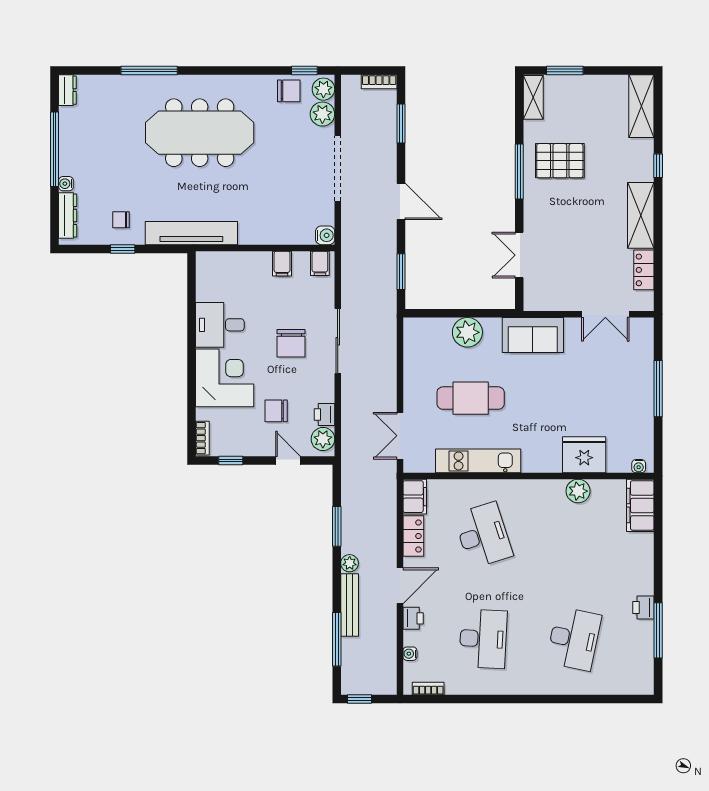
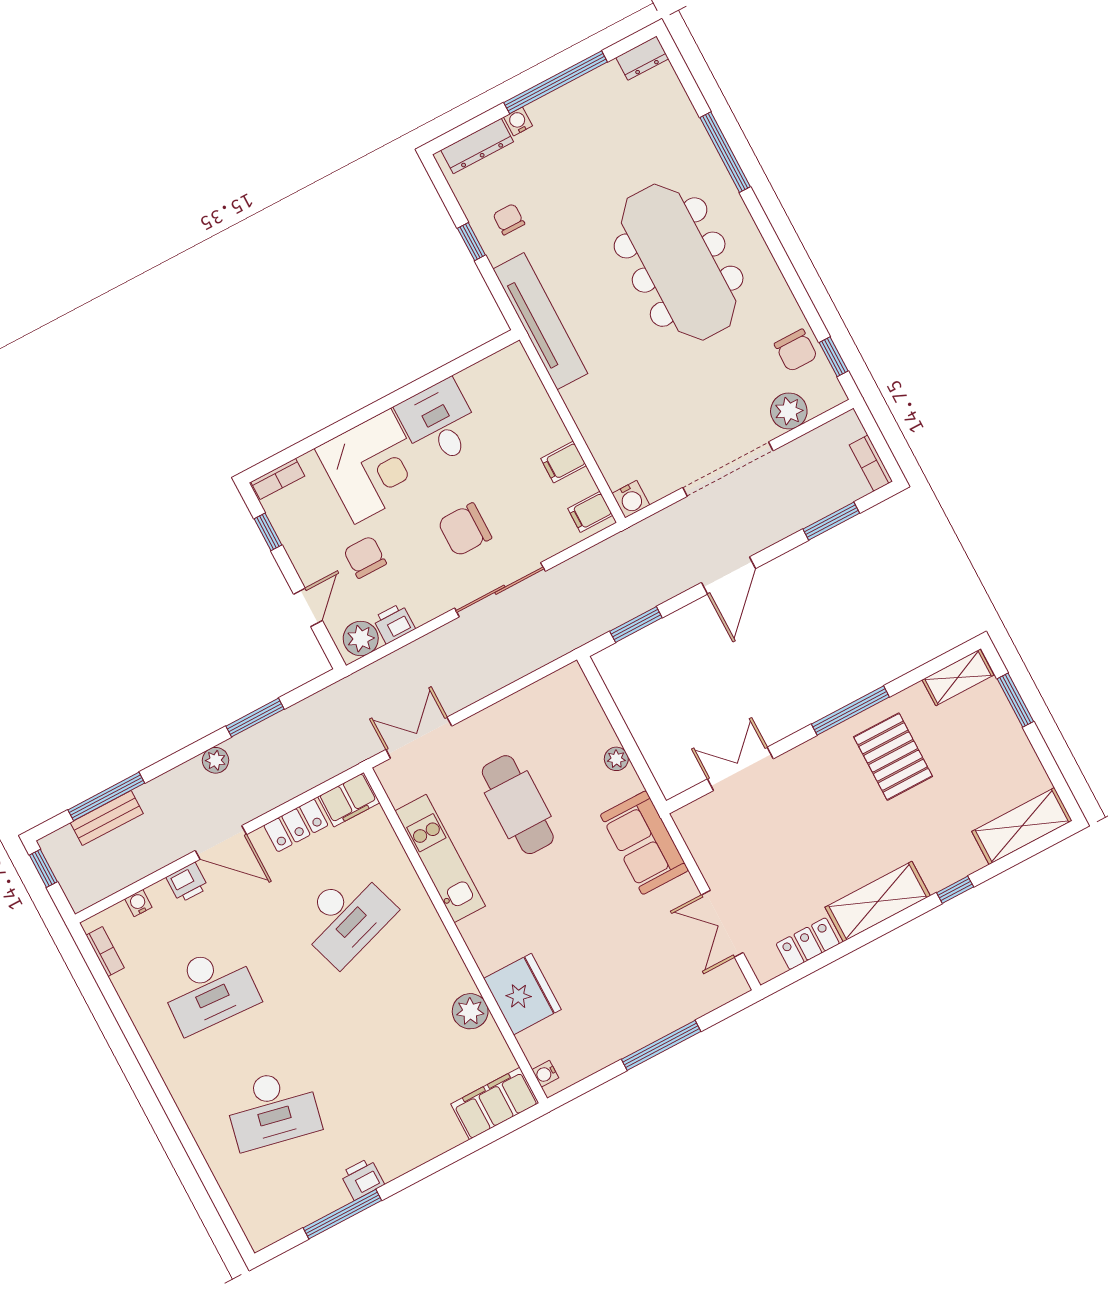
plant: (323, 89) -> (822, 395), removed
plant: (467, 332) -> (616, 759), width x0.53, depth x0.53
bench: (350, 605) -> (107, 818), moved, width x0.73

